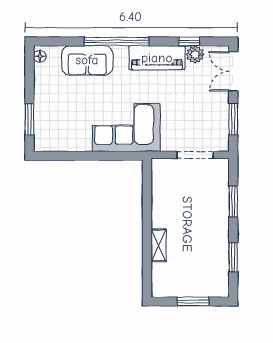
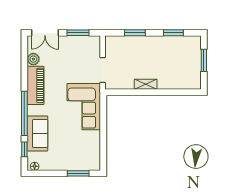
window: (189, 41) -> (24, 149), moved
doorway: (195, 155) -> (103, 70), moved
shelving: (159, 245) -> (146, 84), moved

